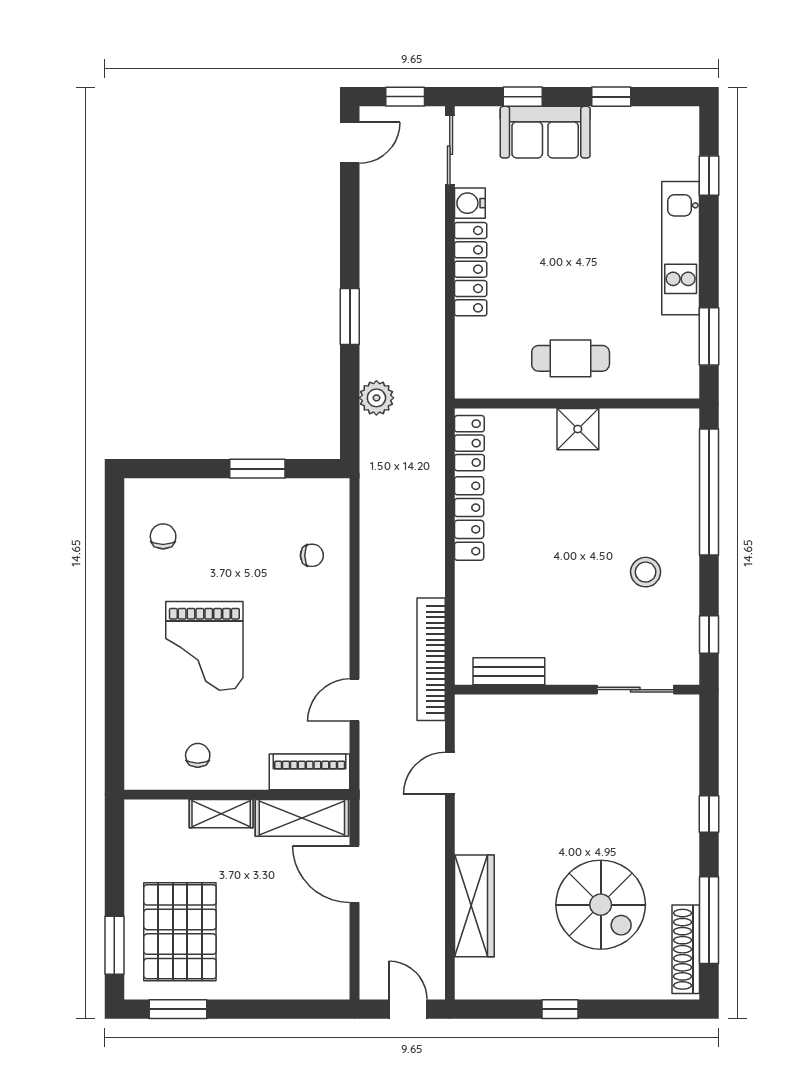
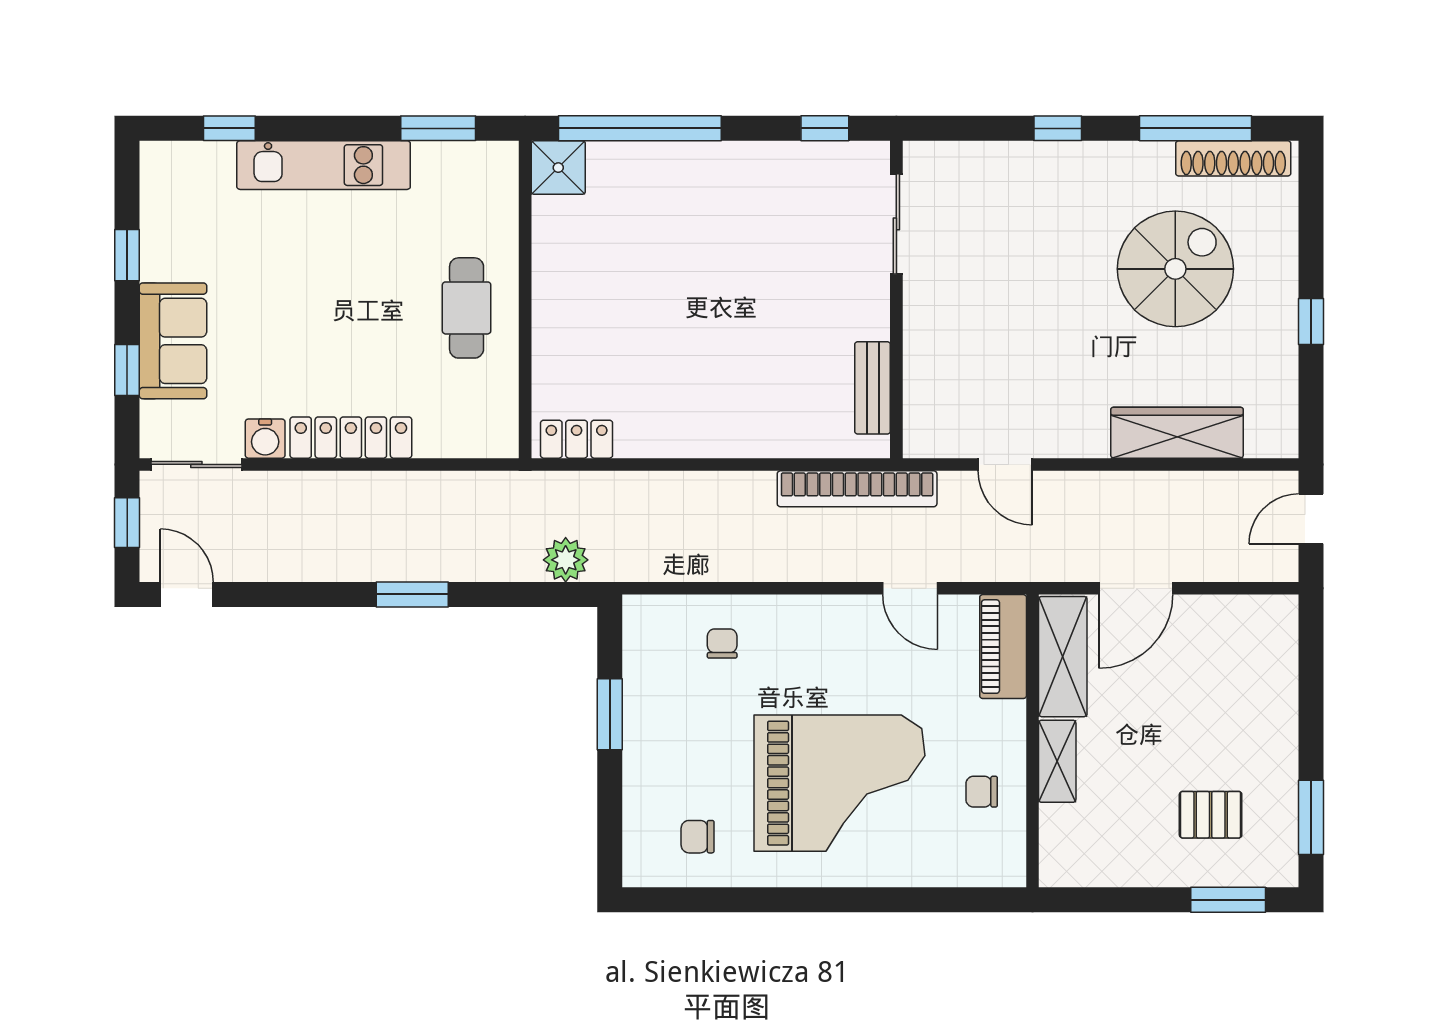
plant: (376, 398) -> (566, 560), moved
shower: (578, 429) -> (558, 168), moved
locker: (469, 518) -> (674, 440), removed
stool: (646, 572) -> (744, 211), removed
grand piano: (204, 646) -> (840, 783), width x1.37, depth x1.48
pallet: (180, 932) -> (1211, 815), width x0.49, depth x0.50

